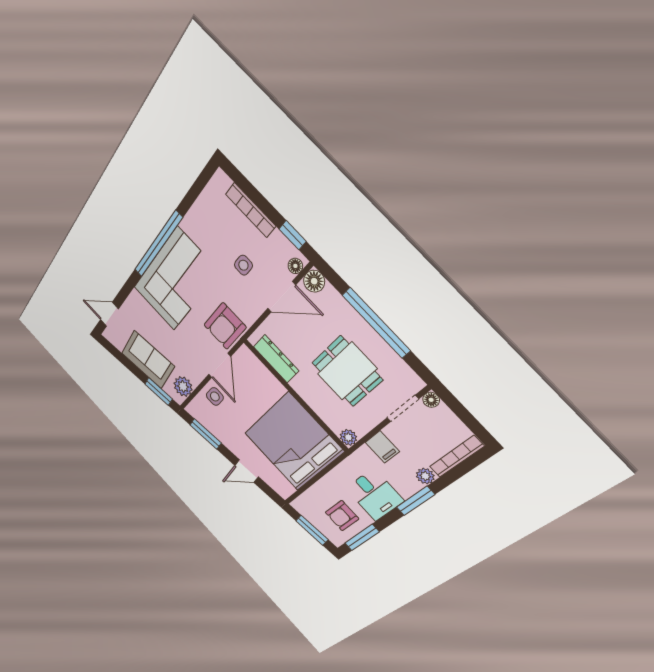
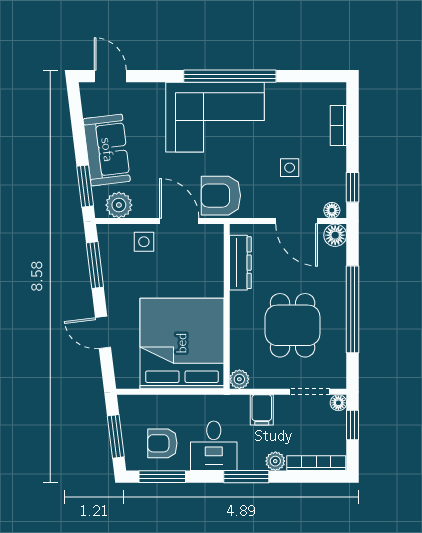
bookcase: (251, 210) -> (338, 126), width x0.64
door: (220, 365) -> (179, 221), swing flipped
window: (457, 408) -> (353, 425), added

